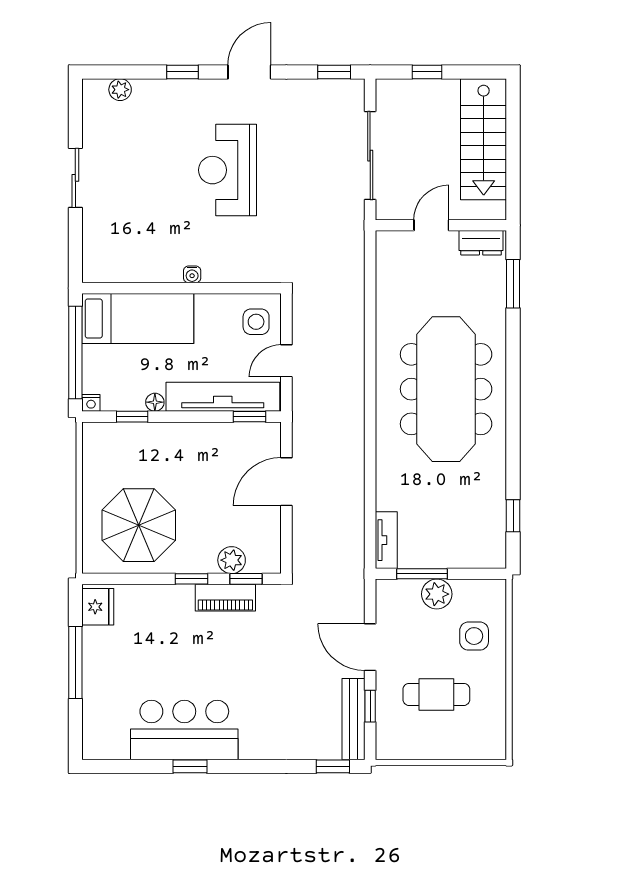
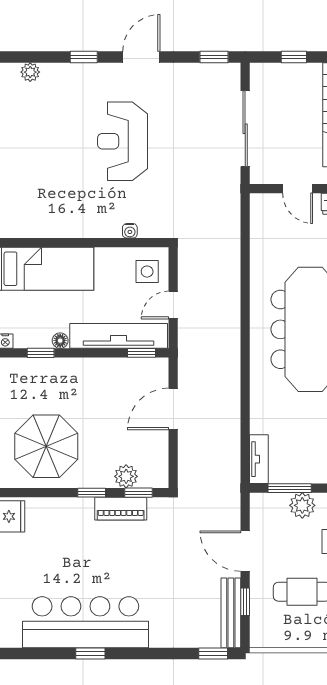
door: (431, 225) -> (298, 189), swing flipped
water cooler: (192, 274) -> (130, 231), moved
bar counter: (184, 730) -> (85, 622), width x1.36

